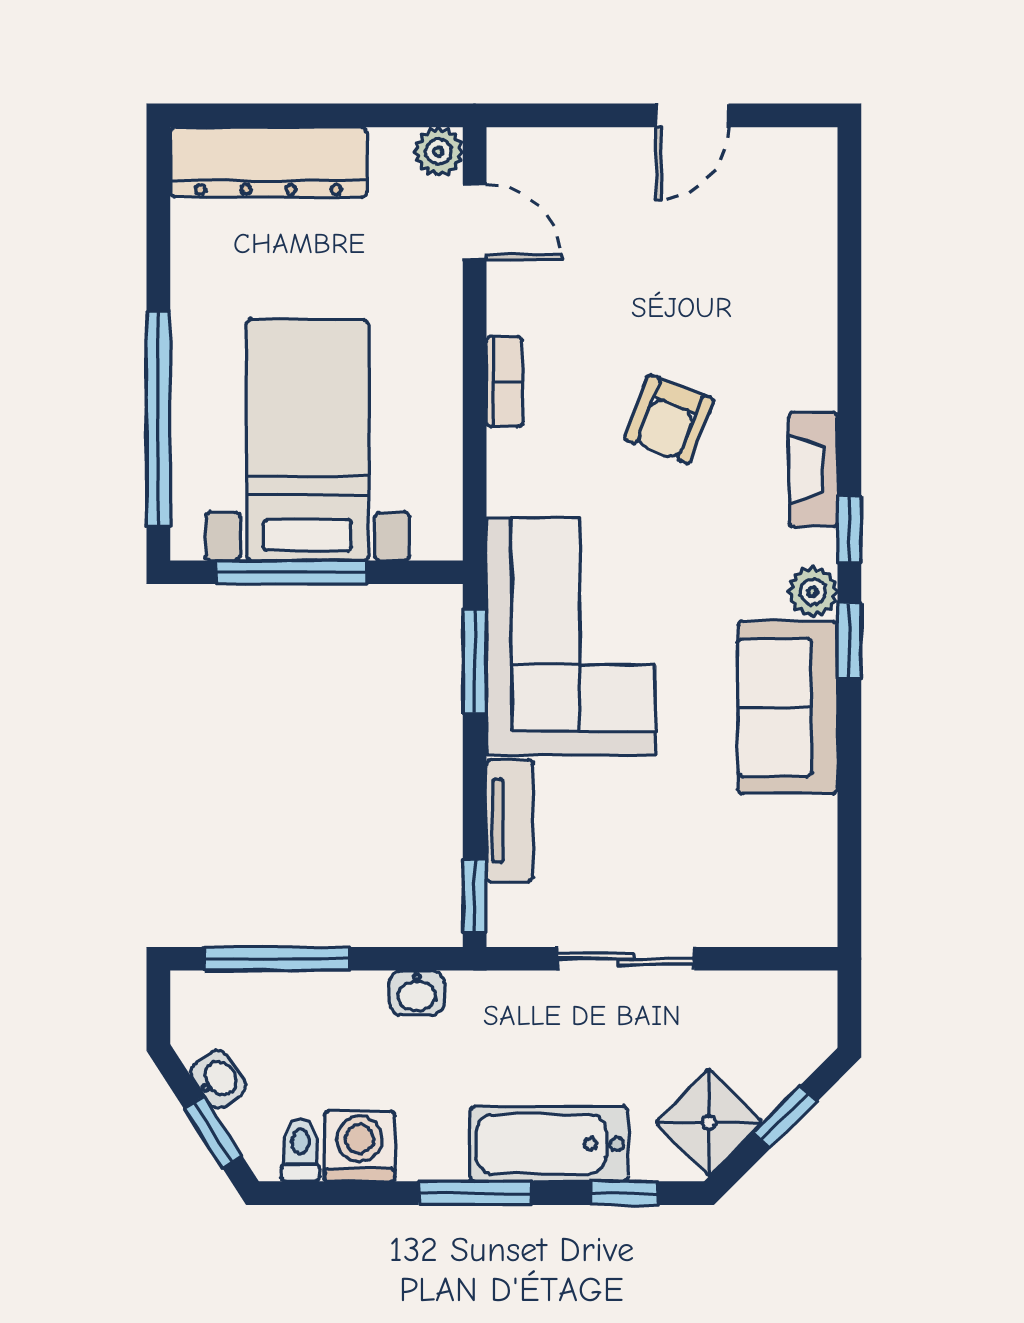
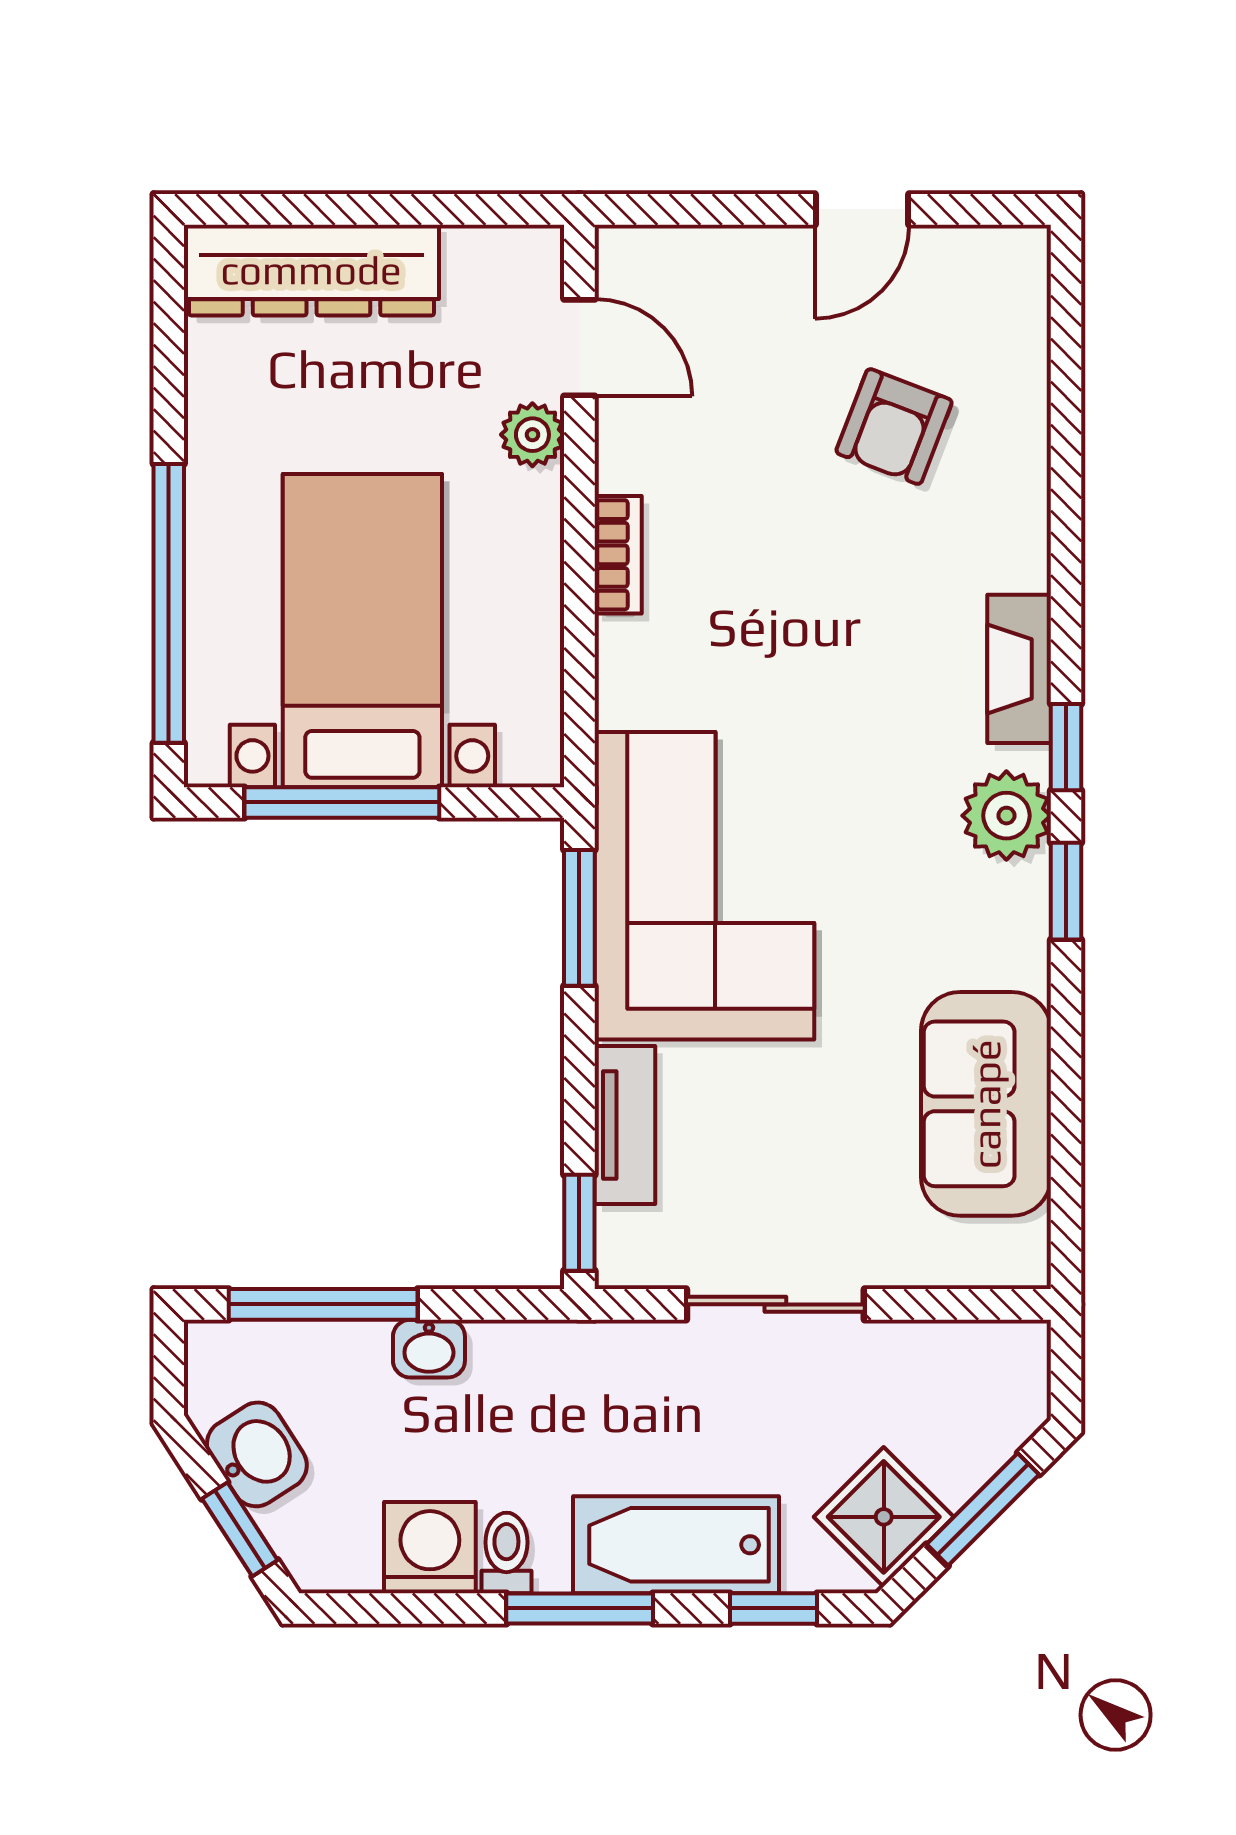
plant: (438, 152) -> (532, 435), moved
armchair: (669, 419) -> (894, 427), moved
plant: (813, 592) -> (1006, 816), width x1.38, depth x1.38
sofa: (788, 707) -> (986, 1104), moved
washbasin: (417, 993) -> (429, 1349), moved
washbasin: (218, 1080) -> (257, 1454), width x1.38, depth x1.45
window: (785, 1117) -> (983, 1509), width x1.50
toilet: (300, 1150) -> (506, 1553), moved

